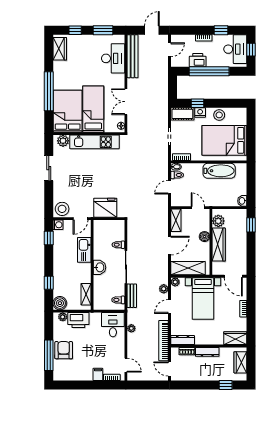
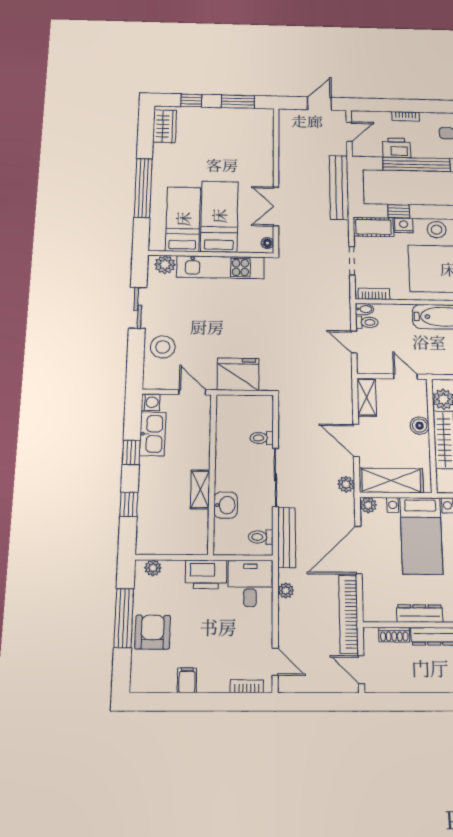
window: (221, 30) -> (433, 106), removed
bench: (133, 56) -> (339, 187), moved
desk: (113, 58) -> (254, 142), removed
bed: (68, 111) -> (183, 219), width x0.67
door: (170, 187) -> (354, 342), hinge flipped
stool: (62, 209) -> (163, 347), moved
door: (80, 219) -> (192, 392), swing flipped
window: (49, 238) -> (131, 452), moved
door: (170, 246) -> (356, 440), swing flipped
kitchen sink: (84, 250) -> (153, 434), moved, turned 180
washbasin: (100, 267) -> (226, 505), moved
plant: (164, 289) -> (346, 484), moved
shelving: (86, 294) -> (200, 489), moved
bench: (132, 296) -> (287, 537), width x1.36
boiler: (60, 303) -> (149, 542), removed
door: (170, 307) -> (358, 550), width x1.88
printer: (78, 320) -> (206, 574), moved
dresser: (183, 340) -> (420, 614), moved
window: (49, 355) -> (124, 618), moved
filing cabinet: (98, 374) -> (187, 680), moved

